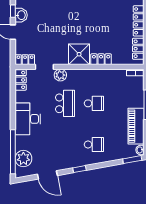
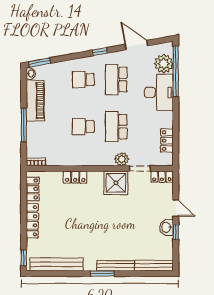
shower: (79, 54) -> (116, 183), moved
locker: (21, 80) -> (167, 141), moved
desk: (28, 119) -> (159, 92), moved
school desk: (65, 145) -> (116, 80), added

